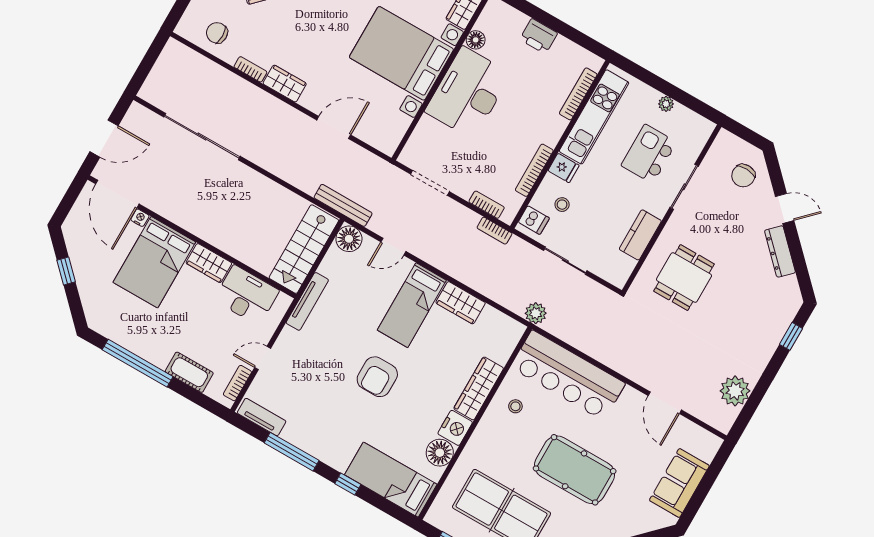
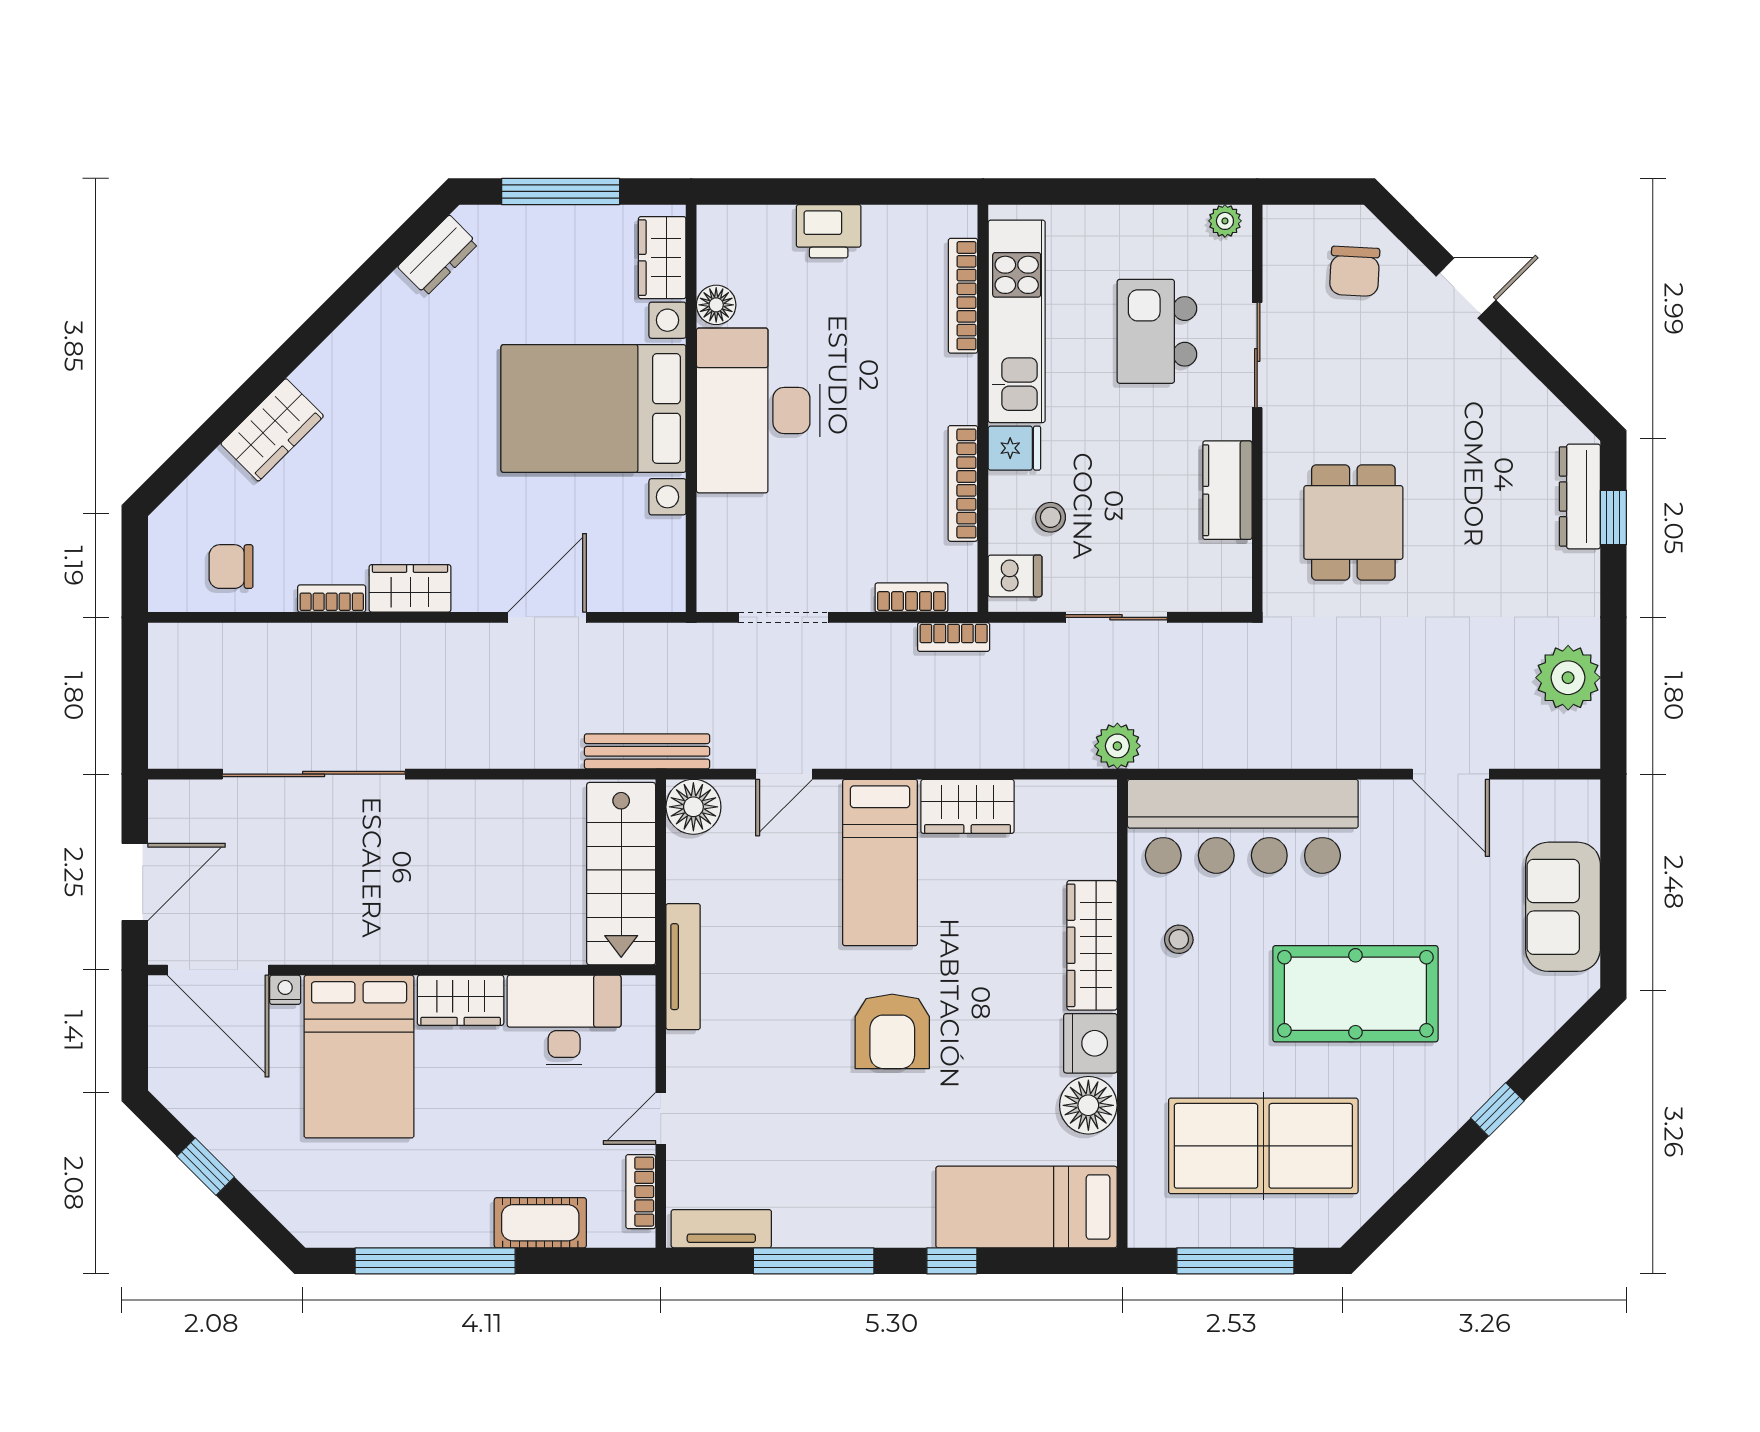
plant: (666, 104) -> (1225, 221), moved
dresser: (780, 251) -> (1580, 496), moved, turned 45

